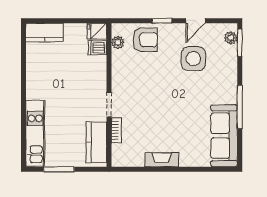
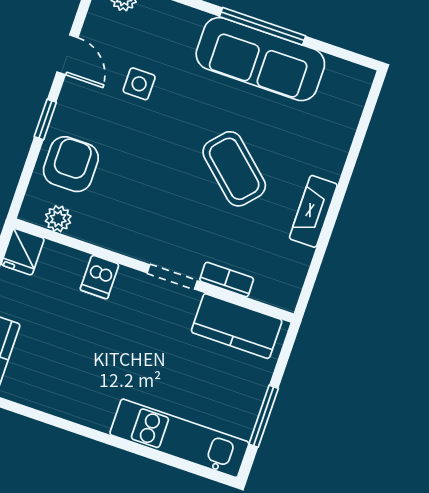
dishwasher: (97, 48) -> (100, 277), moved
side table: (193, 59) -> (139, 84), width x0.54, depth x0.54
coffee table: (169, 116) -> (234, 169), added
sofa: (224, 136) -> (260, 59), moved

